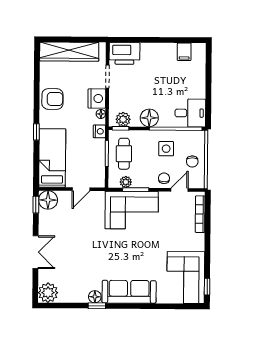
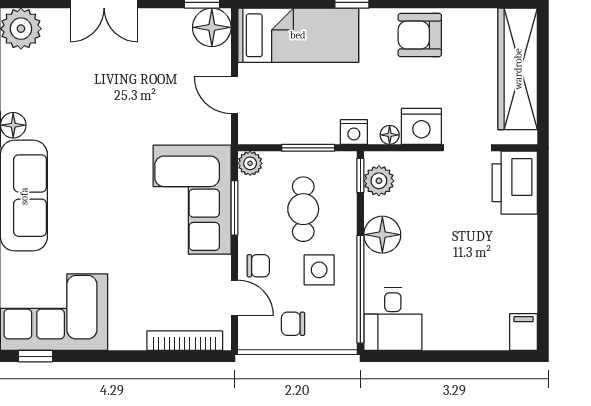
filing cabinet: (184, 52) -> (523, 332), moved, turned 90
armchair: (52, 99) -> (420, 35), turned 90
cafe table: (124, 154) -> (303, 209), moved, turned 90
plant: (126, 182) -> (250, 163), moved

